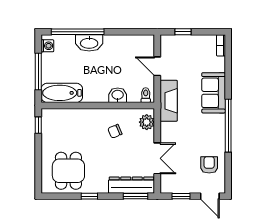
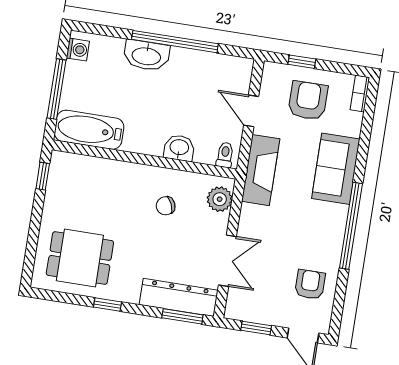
window: (78, 32) -> (175, 42), moved
armchair: (190, 55) -> (308, 101), added
dining table: (68, 171) -> (80, 258), turned 90

